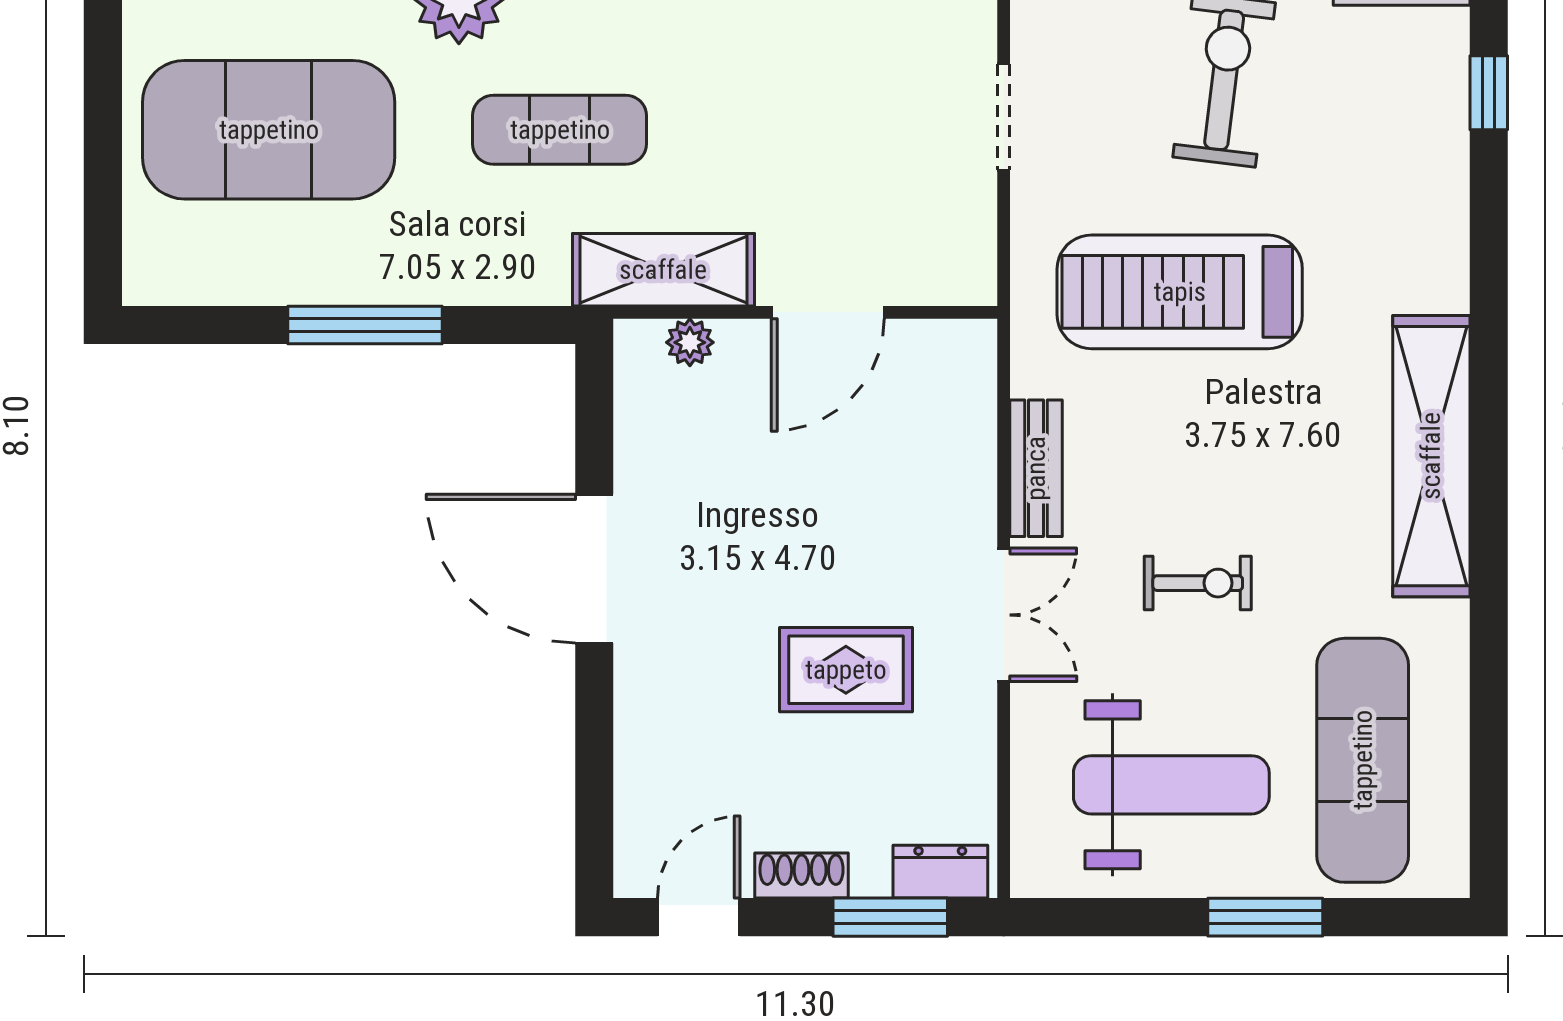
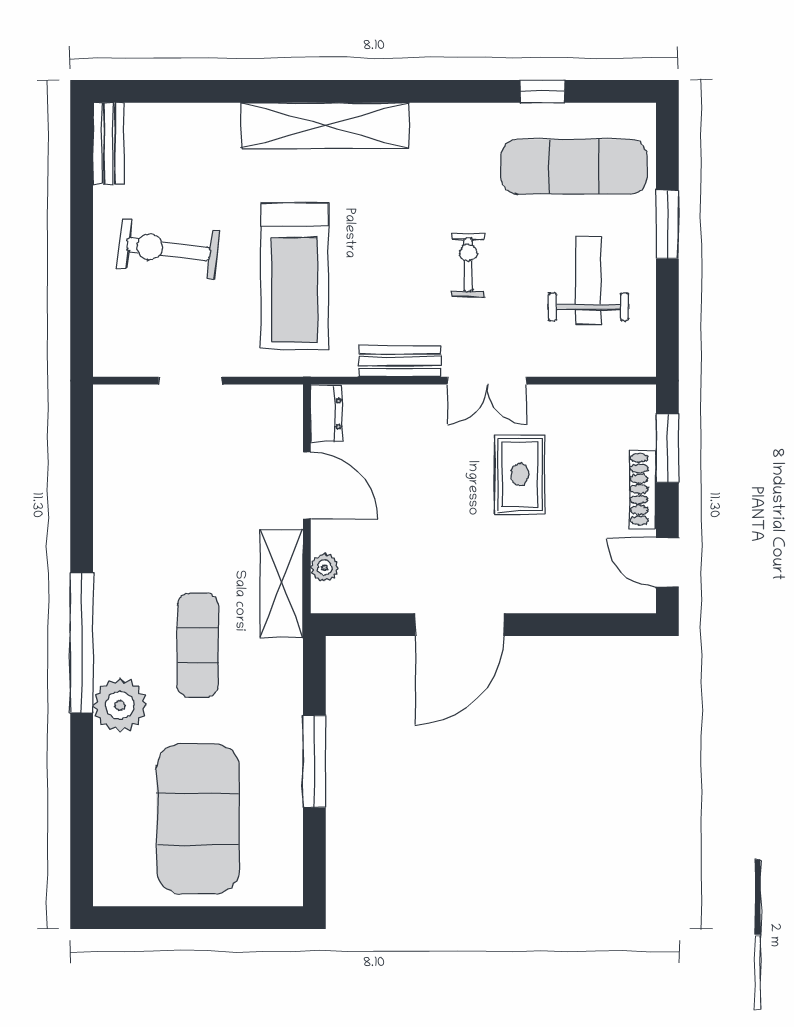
window: (1489, 93) -> (542, 91), moved
shelving: (1431, 456) -> (325, 126), moved
double door: (1004, 615) -> (487, 381), swing flipped
weight bench: (1171, 785) -> (588, 281), width x0.73, depth x0.75
dresser: (940, 872) -> (326, 414), moved, turned 180
shoe rack: (802, 876) -> (643, 489), width x1.43

